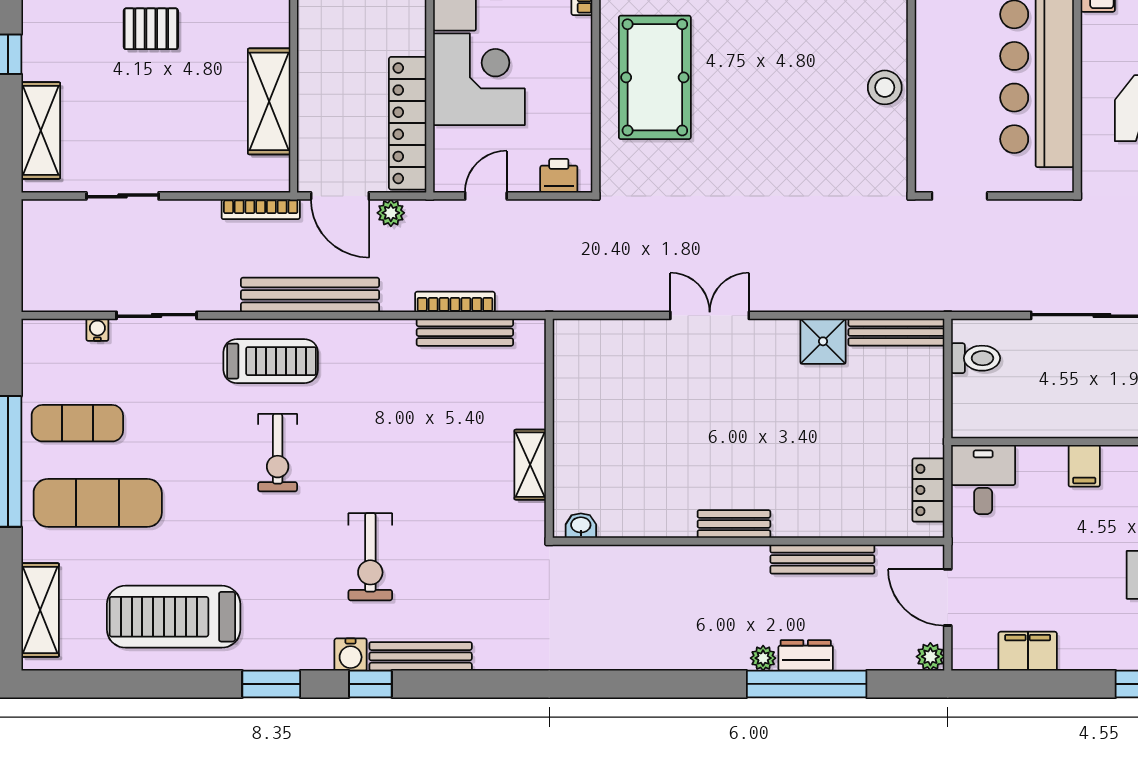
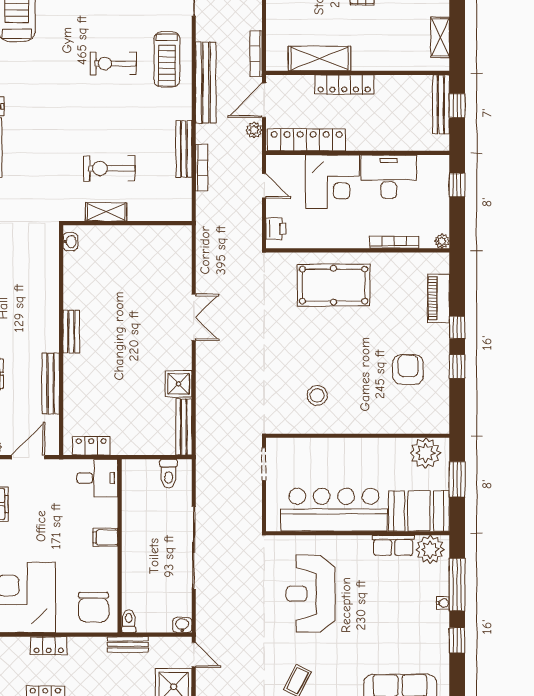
locker: (313, 59) -> (344, 85), added
stool: (885, 87) -> (317, 395), moved
bench: (465, 332) -> (184, 149), moved
exercise bike: (370, 557) -> (109, 168), moved

